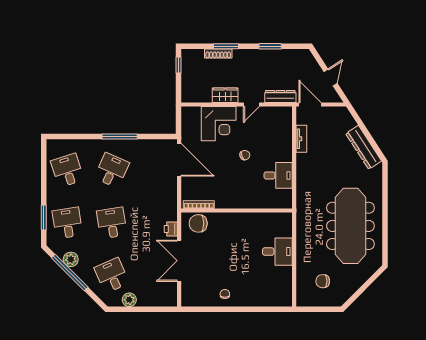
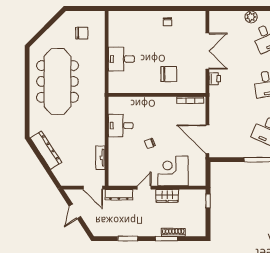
window: (178, 65) -> (208, 201), moved
chair: (198, 223) -> (169, 74), moved

